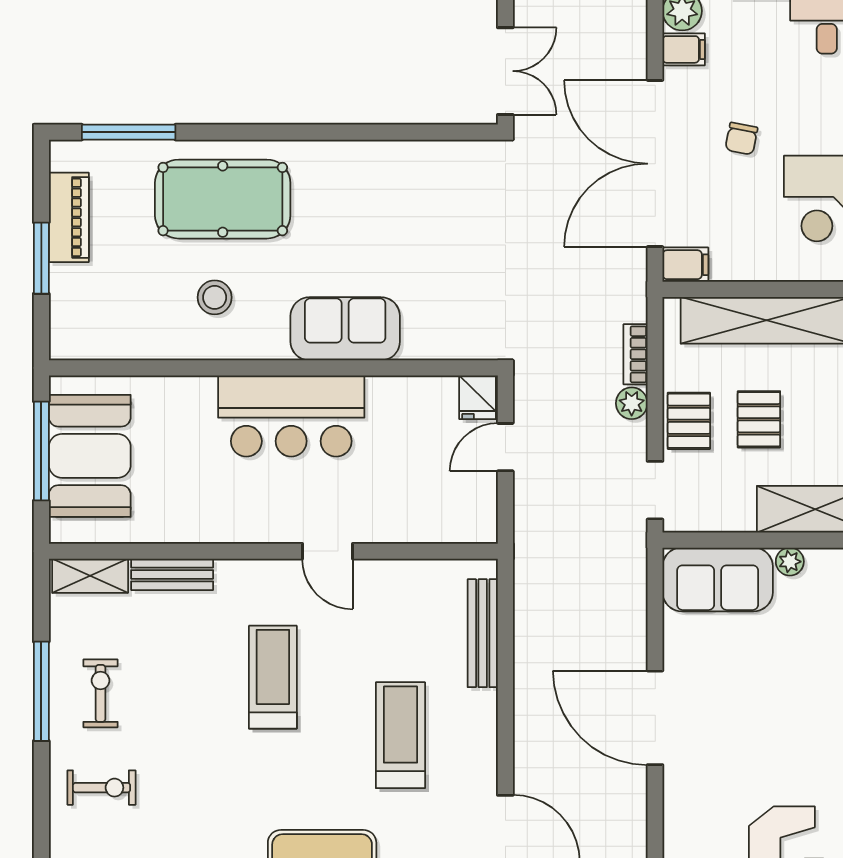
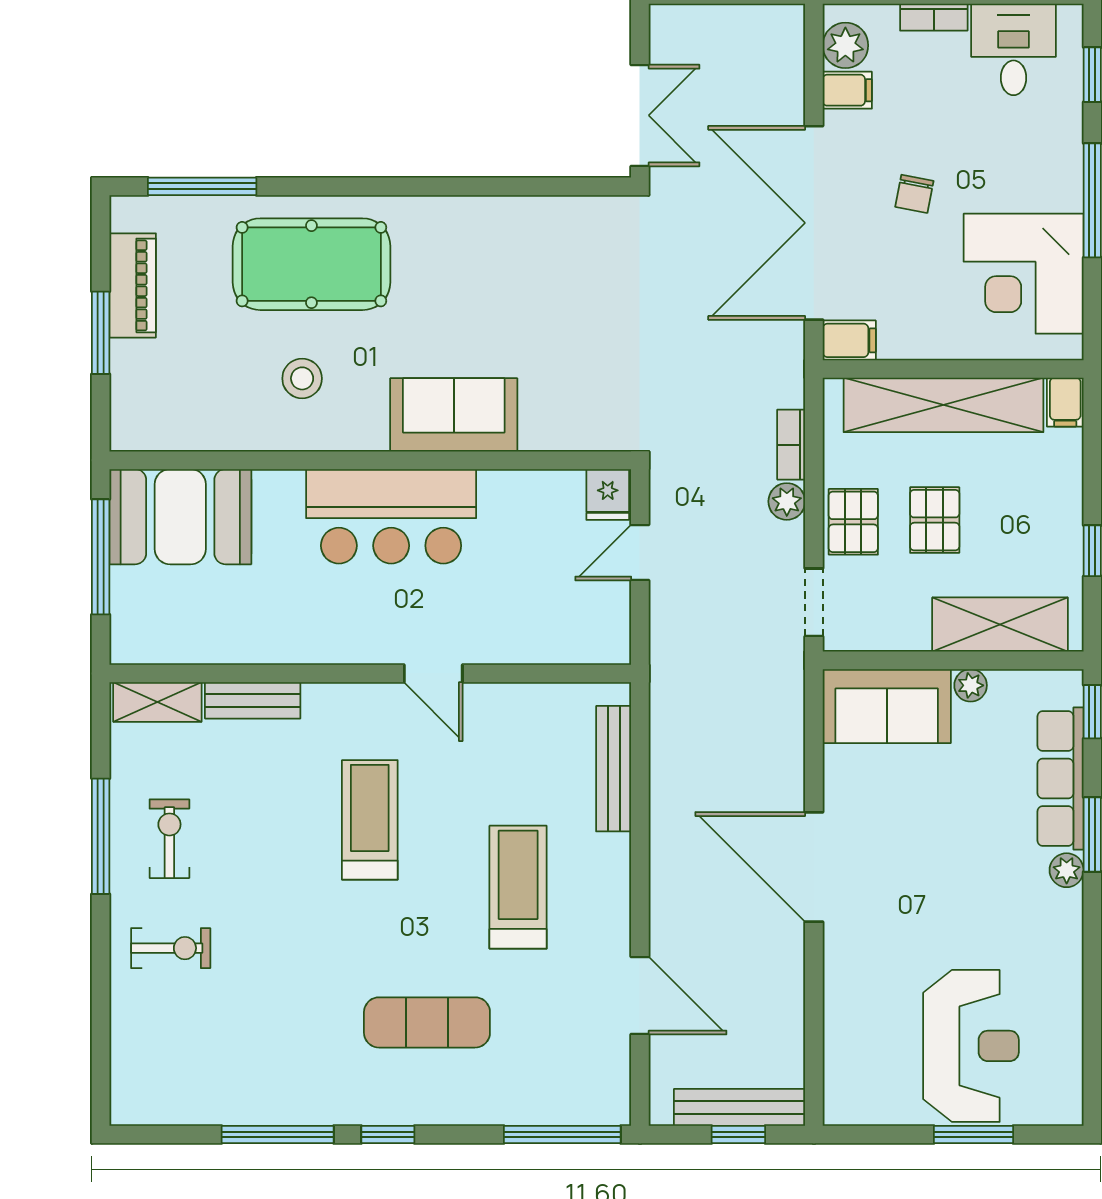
booth: (90, 456) -> (180, 517), moved, turned 90

